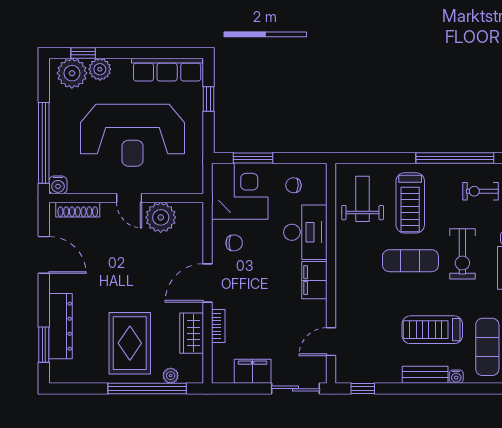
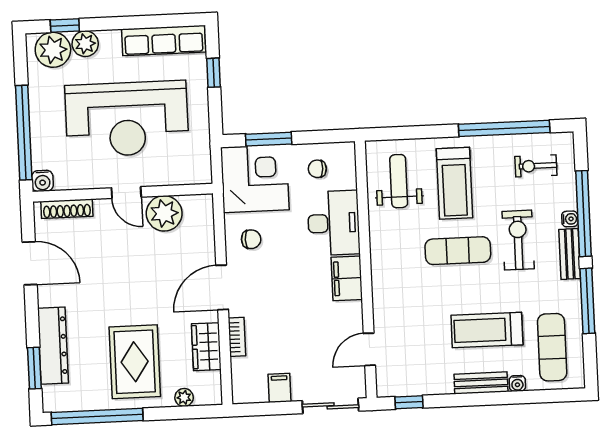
exercise bike: (462, 254) -> (518, 240), turned 180
filing cabinet: (253, 371) -> (279, 388), width x0.50
window: (147, 389) -> (97, 416), moved

